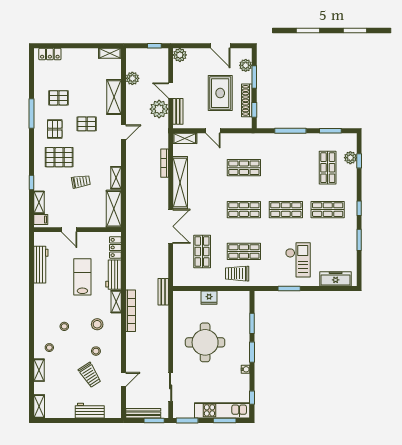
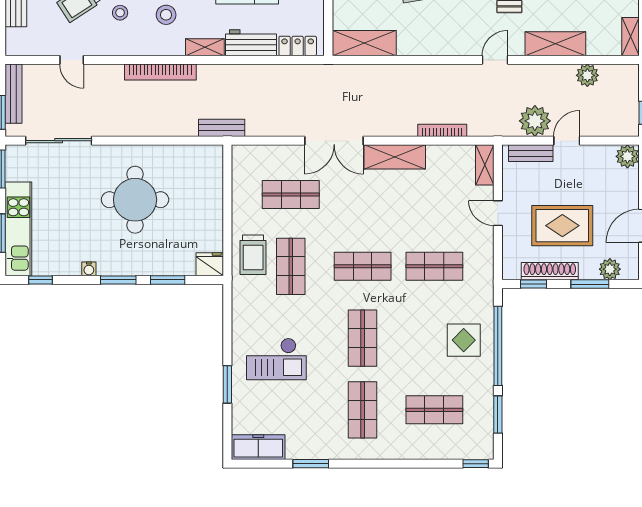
door: (213, 131) -> (498, 213), hinge flipped
window: (290, 131) -> (498, 346), width x1.46
door: (123, 132) -> (495, 60), swing flipped
display table: (287, 151) -> (464, 340), added
plant: (350, 158) -> (451, 449), removed
window: (359, 161) -> (476, 464), moved
shop shelf: (244, 168) -> (434, 266), turned 90
shelving: (116, 178) -> (417, 47), removed
shelving: (180, 183) -> (395, 157), width x0.68
window: (359, 208) -> (365, 464), removed
shop shelf: (244, 210) -> (363, 266), turned 90
trolley: (237, 274) -> (253, 255), turned 180
freezer: (336, 279) -> (258, 447), moved, turned -90
window: (289, 289) -> (227, 384), moved
fridge: (209, 298) -> (210, 264), moved, turned 90
bookcase: (131, 311) -> (160, 72), moved
sliding door: (171, 387) -> (59, 141), width x1.37

